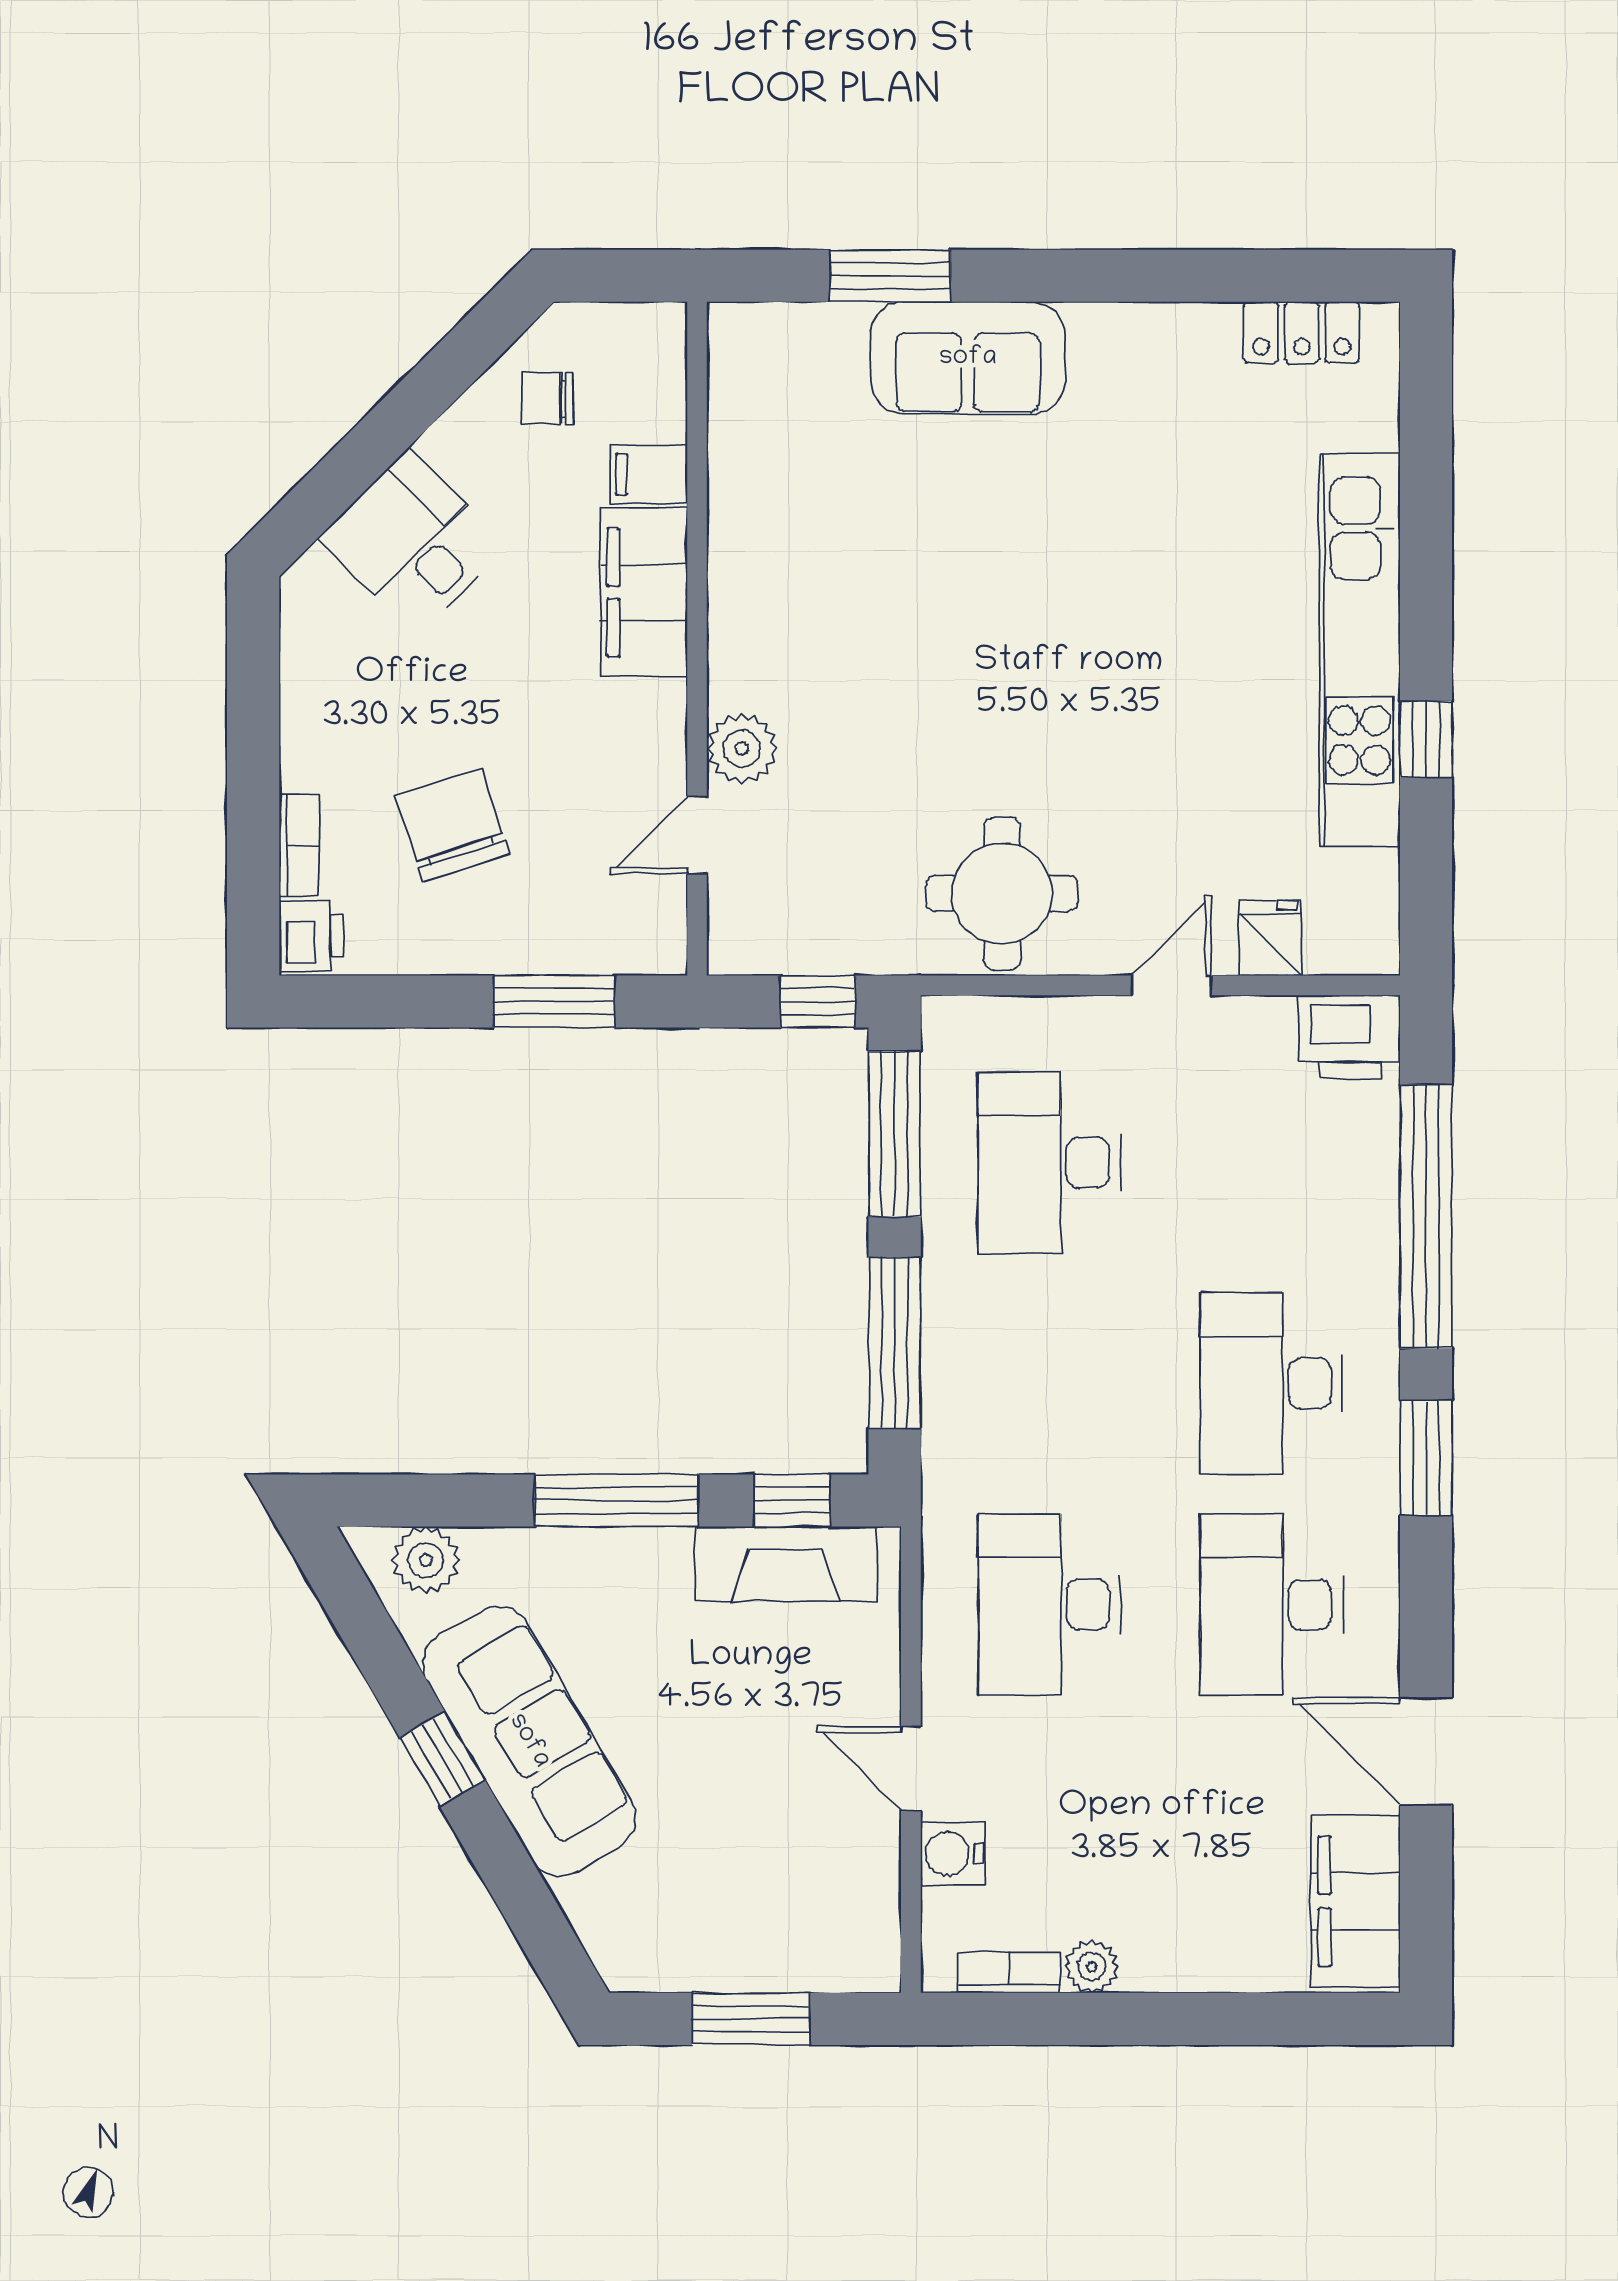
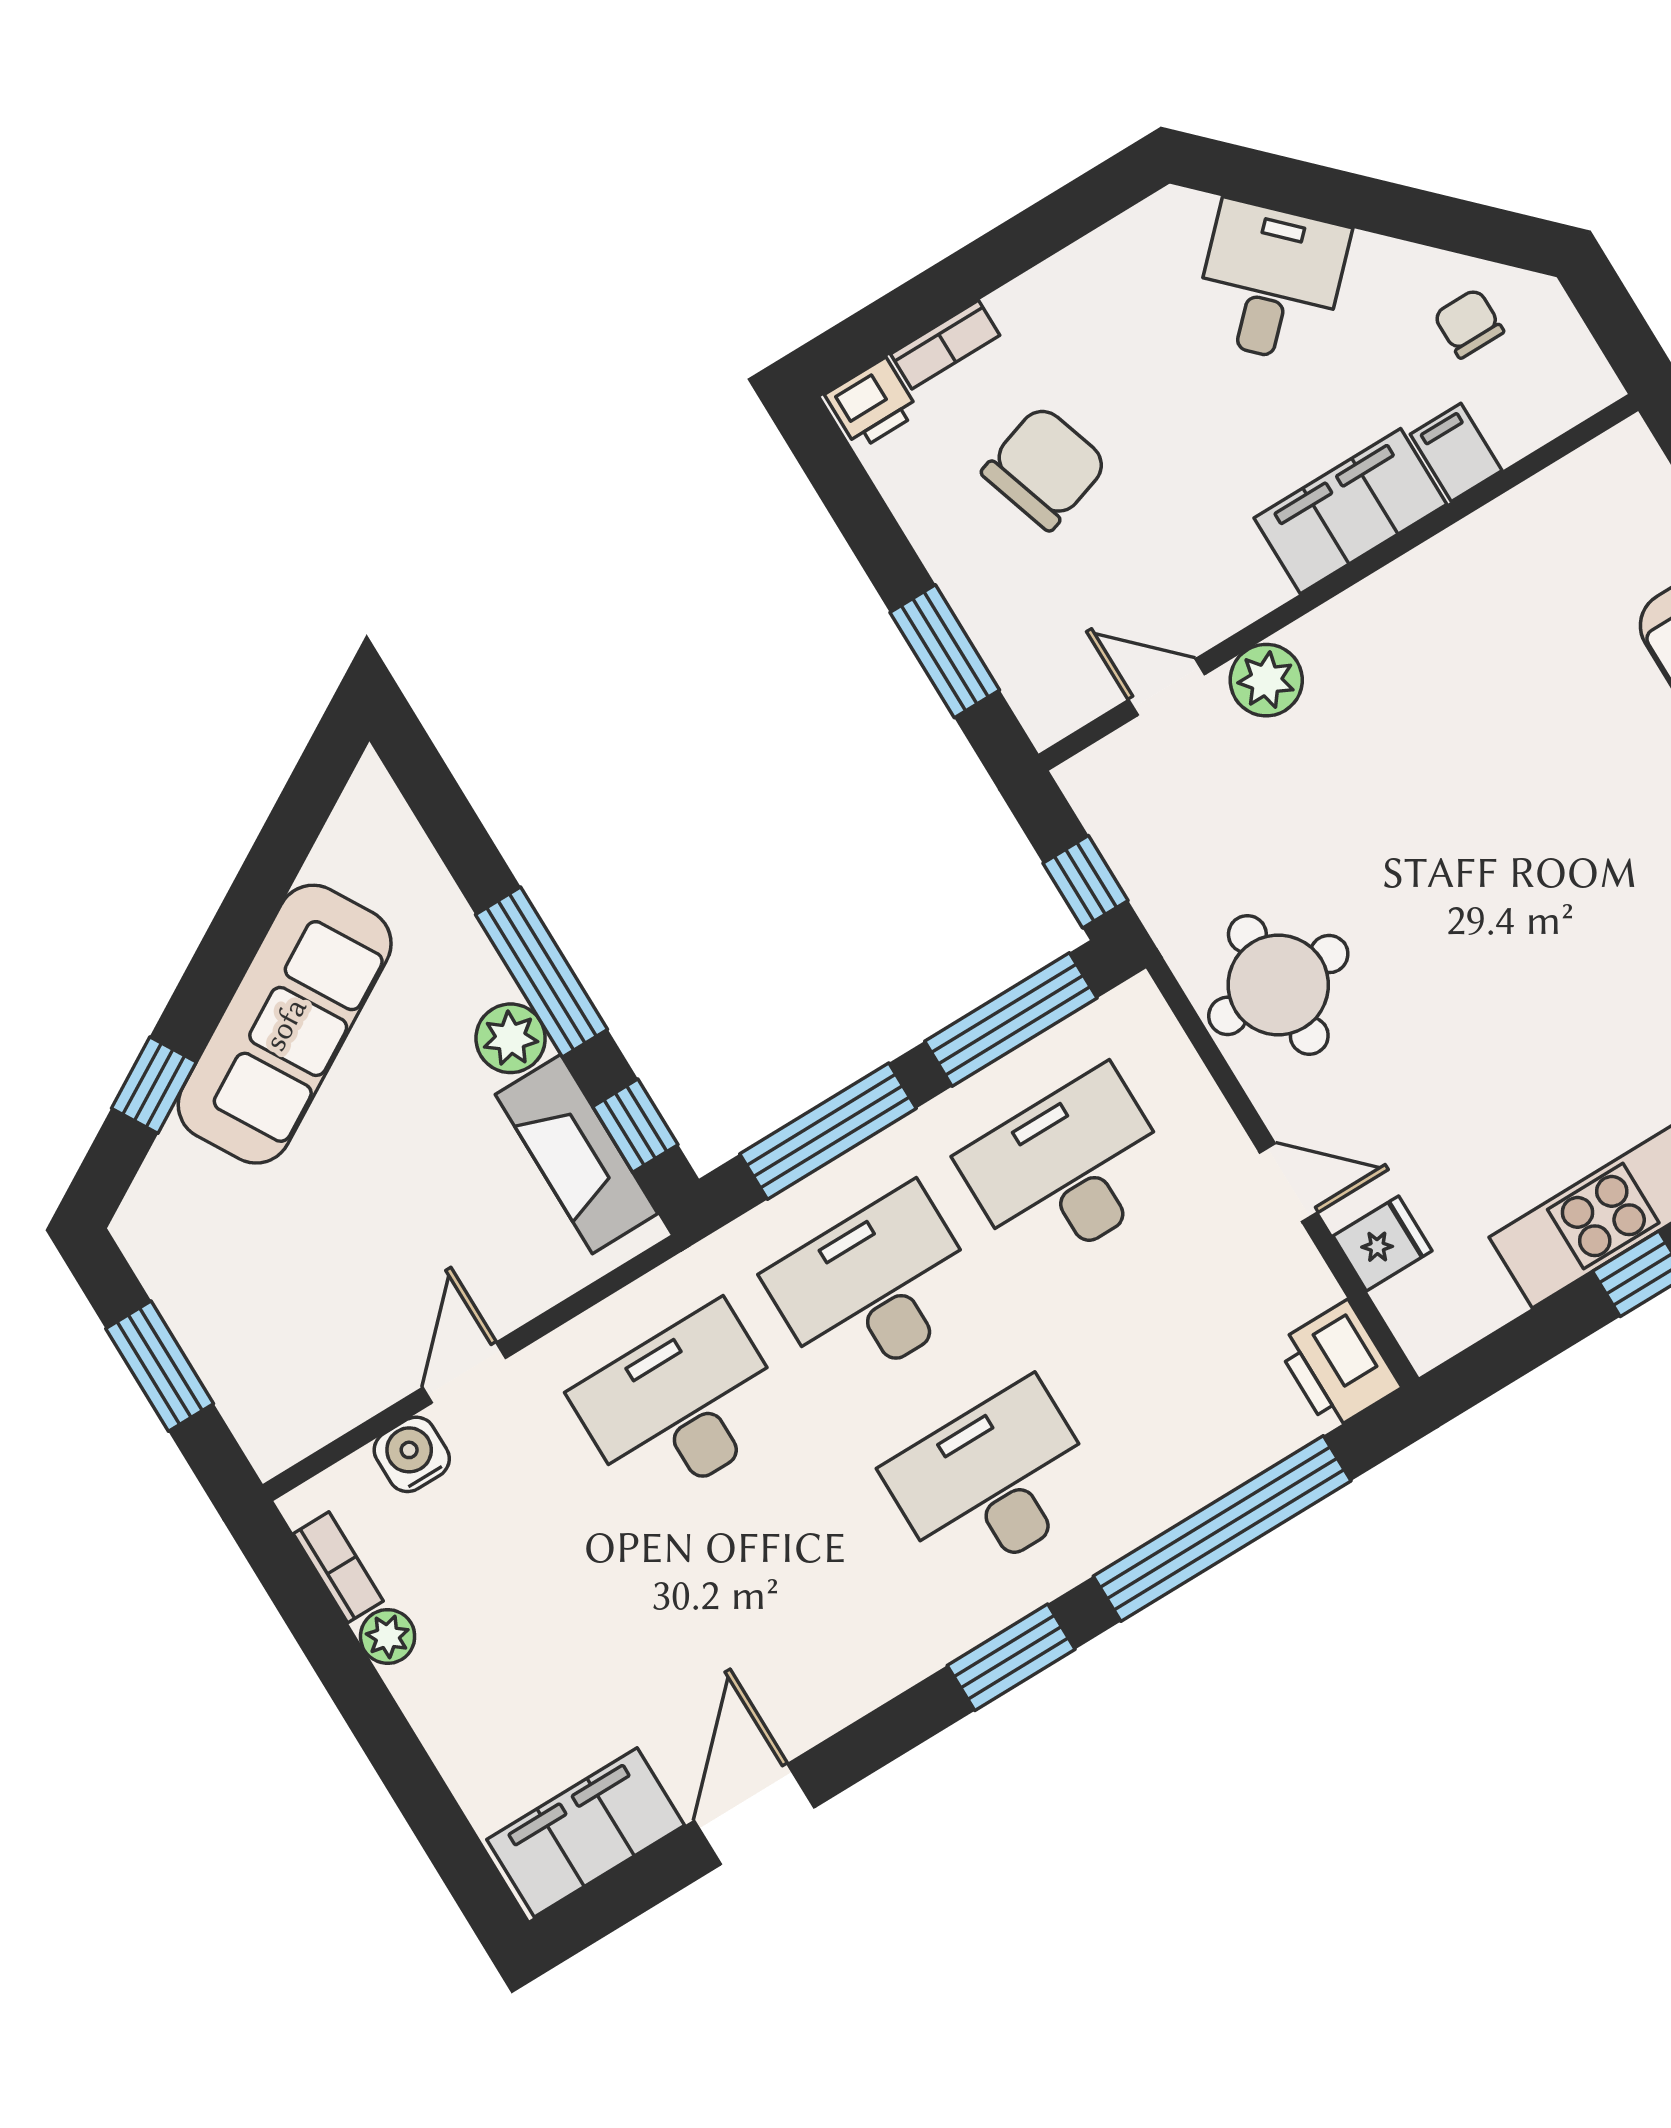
plant: (426, 1560) -> (511, 1038), moved
desk: (1271, 1604) -> (875, 1288), moved
window: (442, 1759) -> (154, 1085), moved

